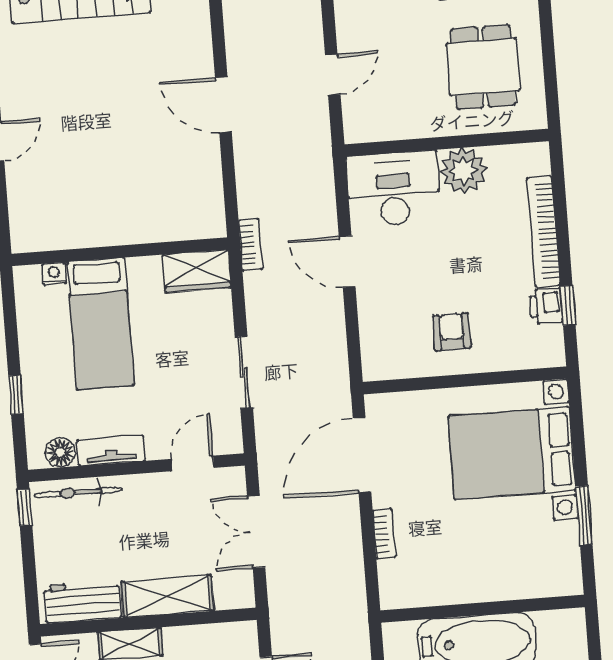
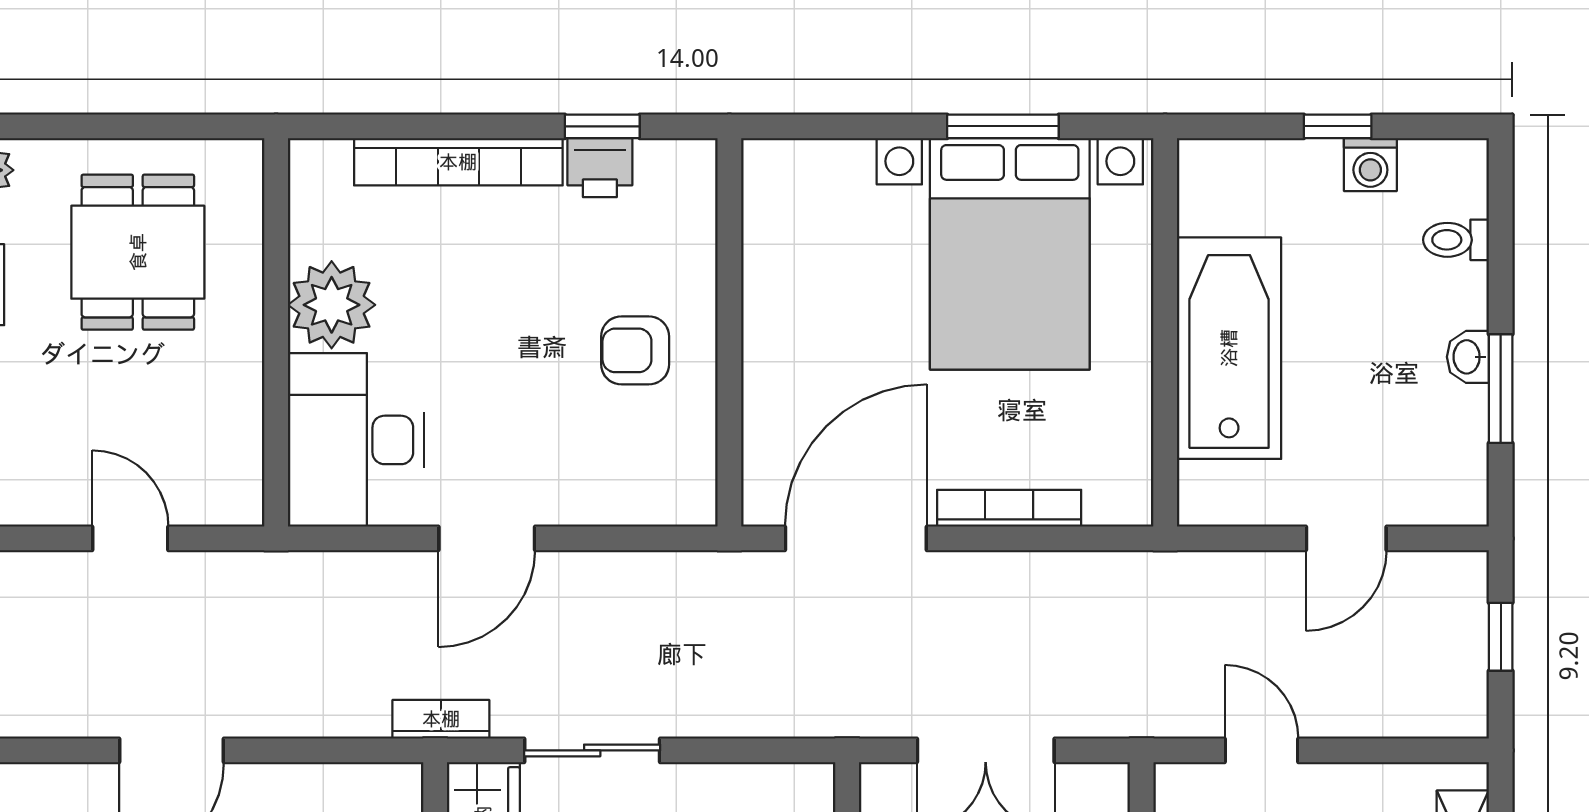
dining table: (483, 67) -> (138, 252), turned 90
sliding door: (244, 372) -> (592, 750), moved
bed with nightstands: (512, 453) -> (1010, 254), moved
door: (362, 455) -> (856, 538), swing flipped
bookcase: (384, 534) -> (1009, 508), width x1.56

